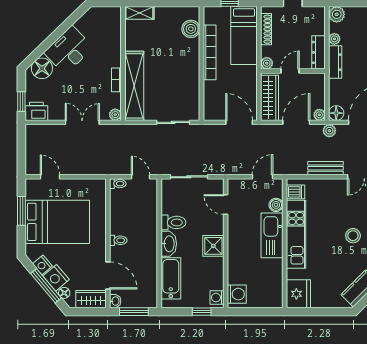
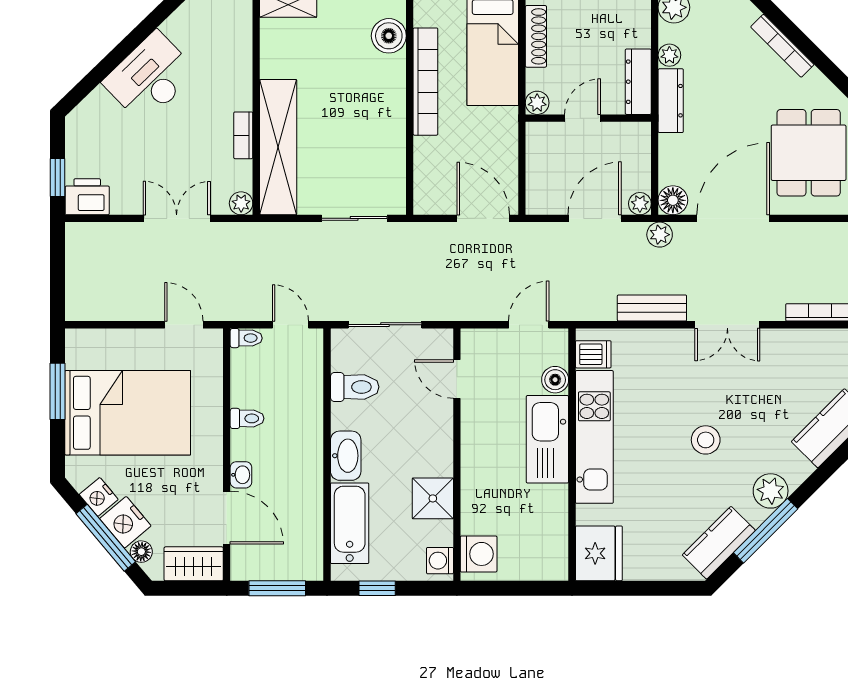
floor lamp: (42, 68) -> (98, 113), removed
wardrobe: (270, 98) -> (543, 170), removed
door: (50, 177) -> (184, 325), moved
toilet: (173, 222) -> (355, 387), moved
toilet: (118, 240) -> (247, 418), moved
shower: (213, 246) -> (433, 498), moved
washbasin: (115, 301) -> (241, 475), moved
window: (202, 312) -> (377, 588), moved

